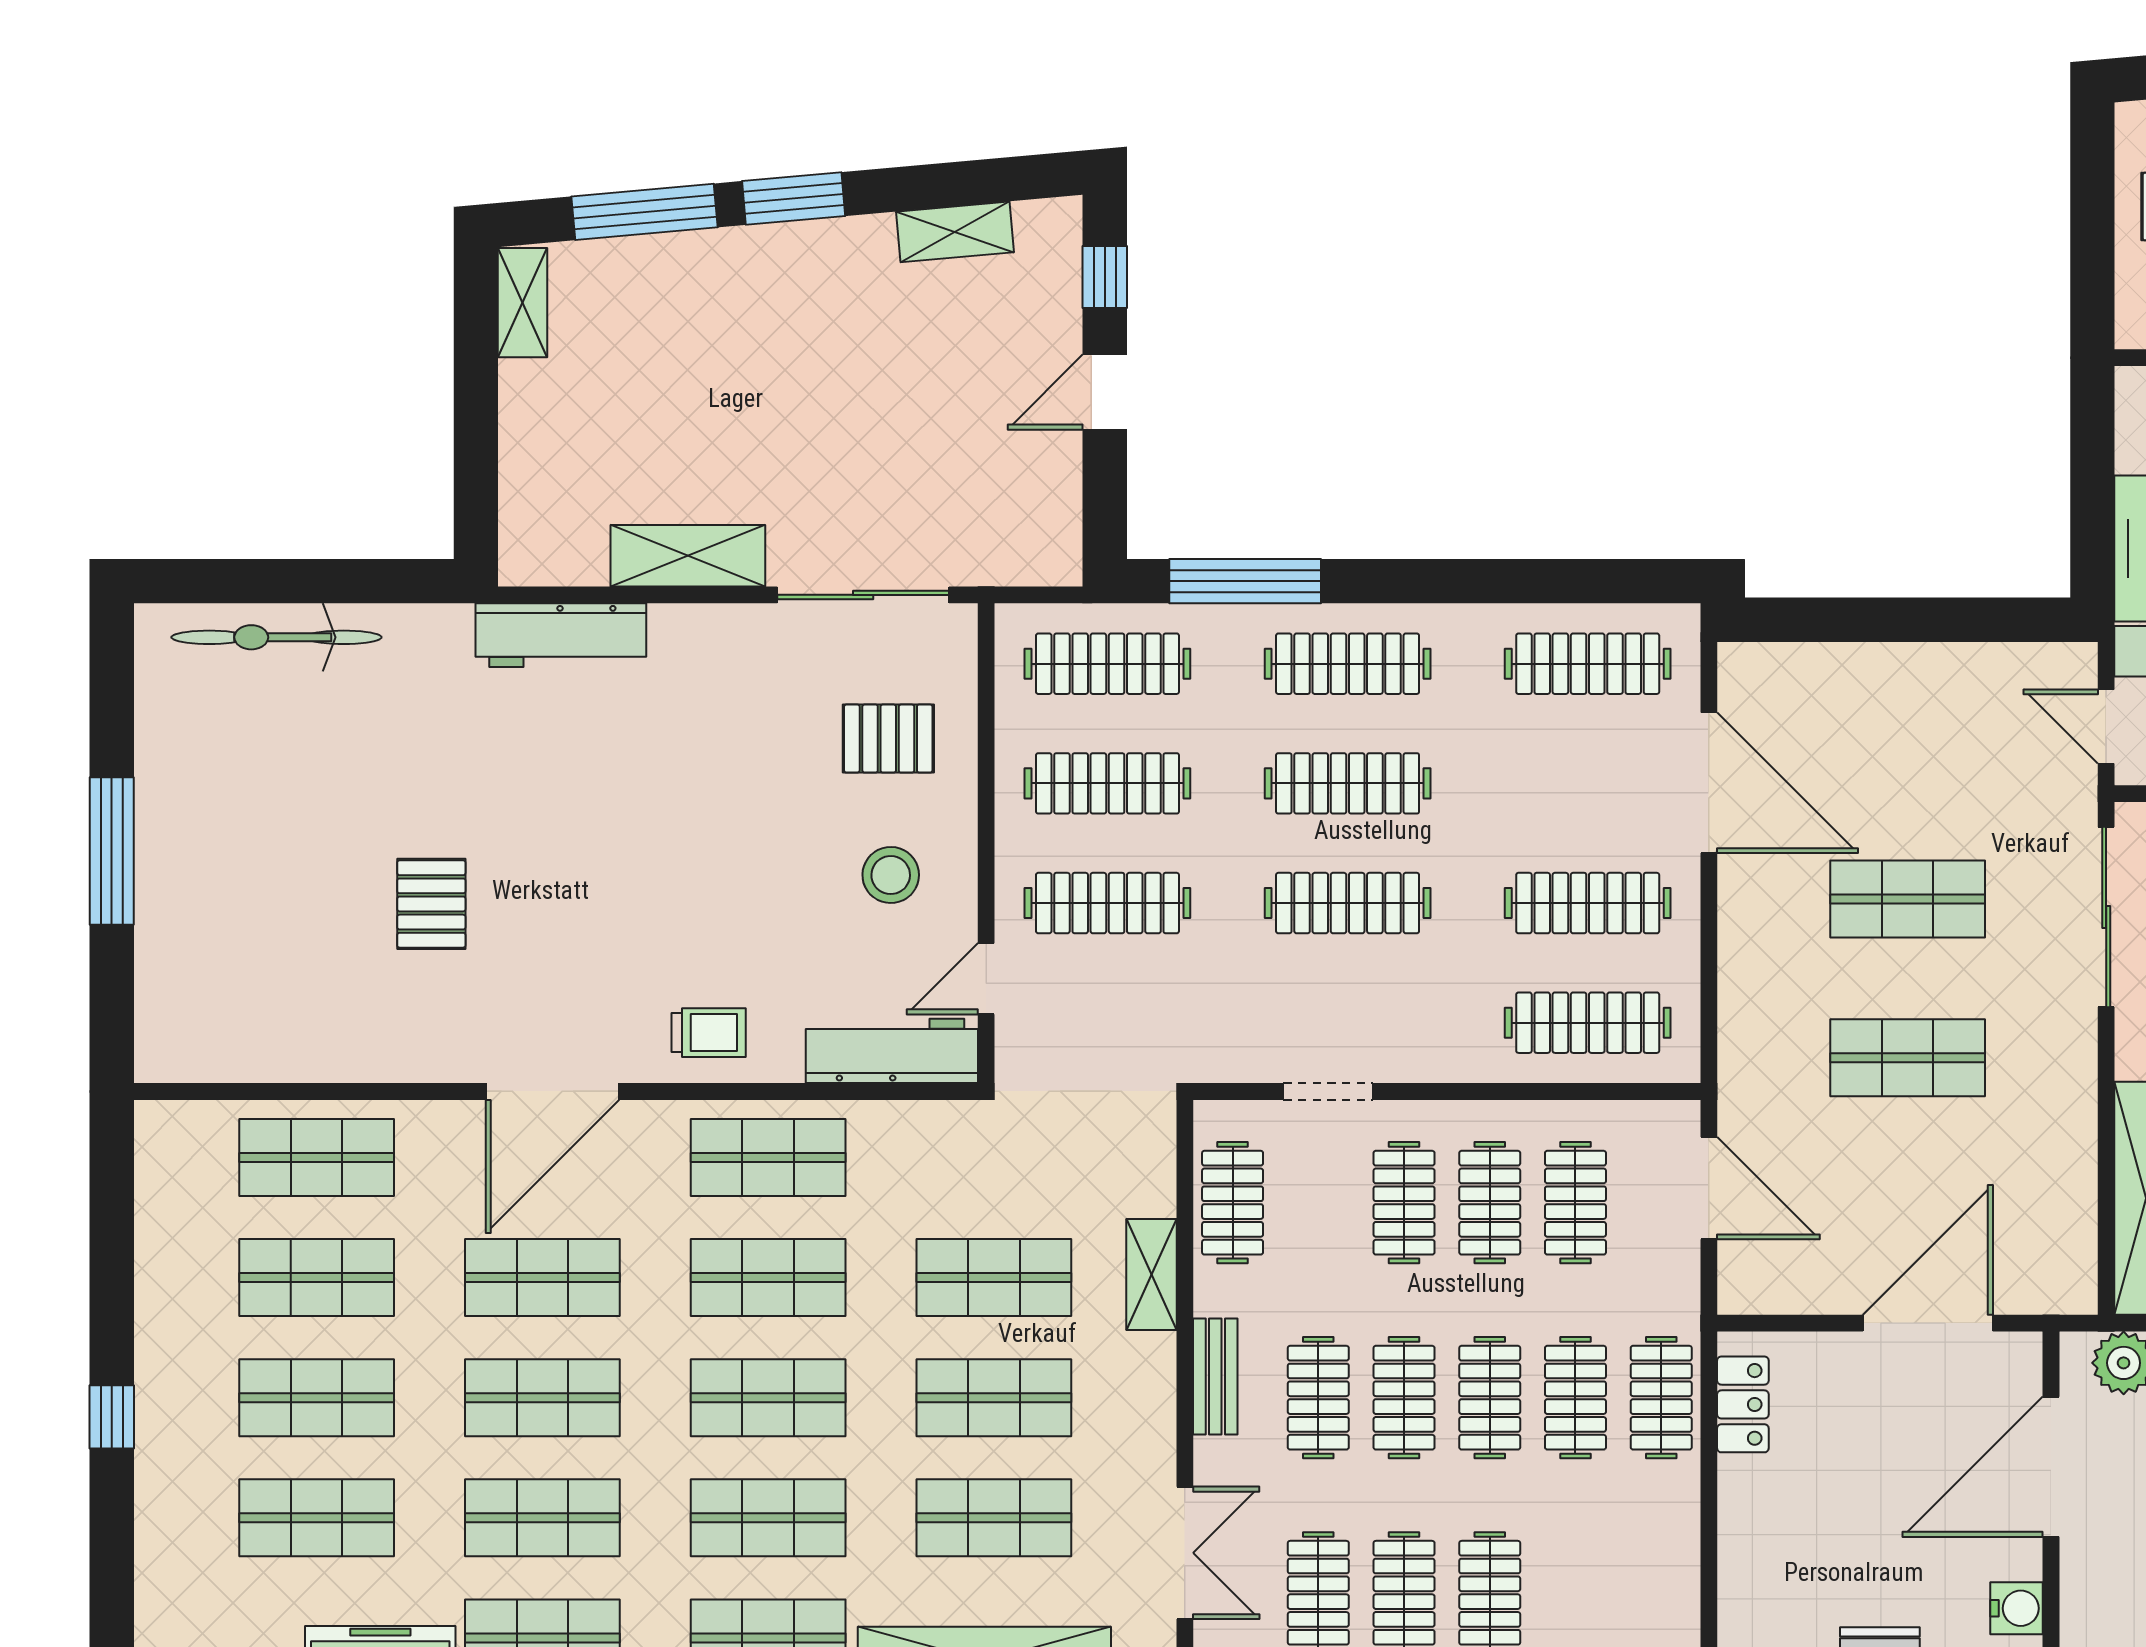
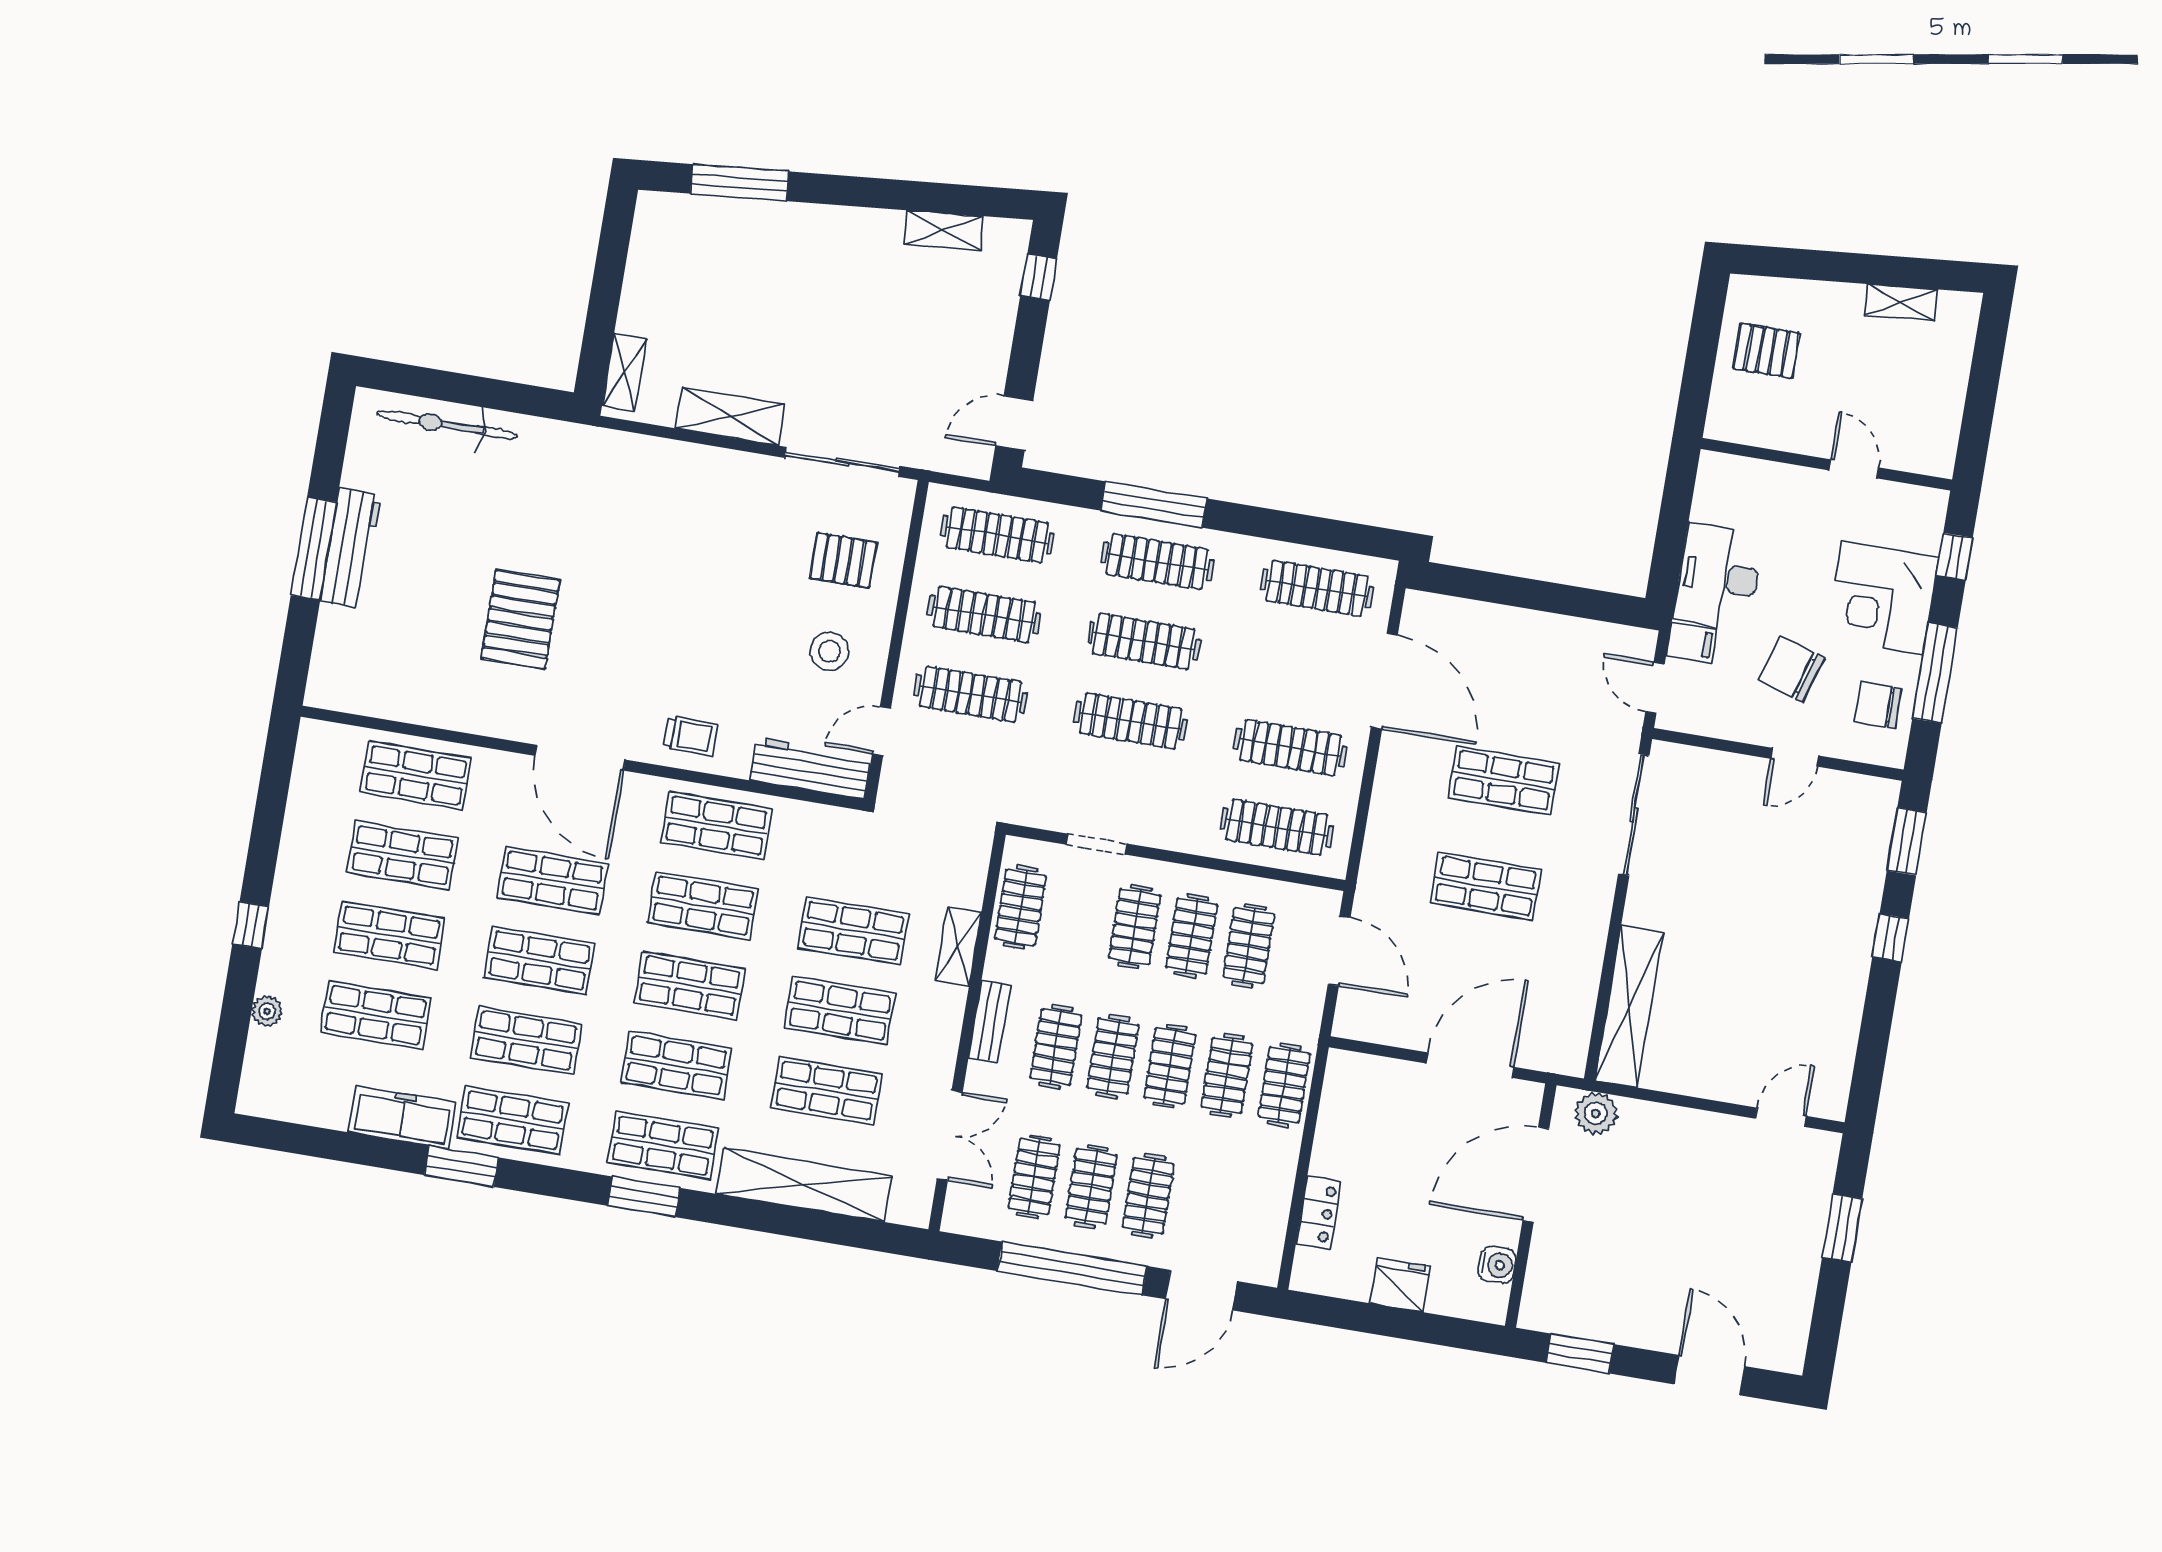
window: (794, 199) -> (840, 190), removed
shelving: (523, 303) -> (624, 372), moved
door: (1105, 392) -> (1014, 423), moved
window: (1245, 581) -> (1154, 505), moved
workbench: (561, 635) -> (351, 548), moved, turned -90
pallet: (431, 904) -> (521, 619), width x1.50, depth x1.42
door: (552, 1091) -> (580, 758), hinge flipped
locker: (1743, 1404) -> (1319, 1213), moved
plant: (157, 1539) -> (267, 1011), added

